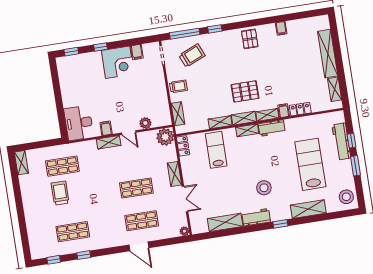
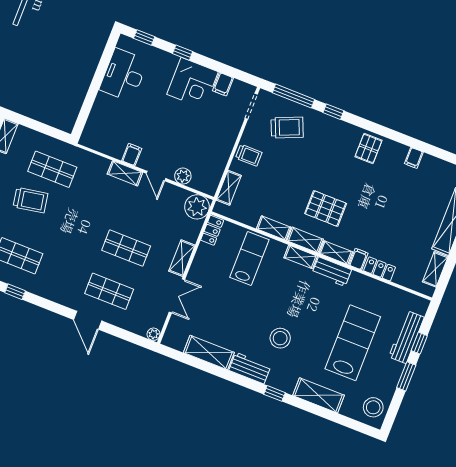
desk: (79, 123) -> (124, 75), moved
trolley: (60, 193) -> (30, 200), turned 80

